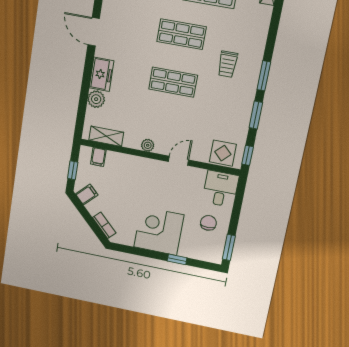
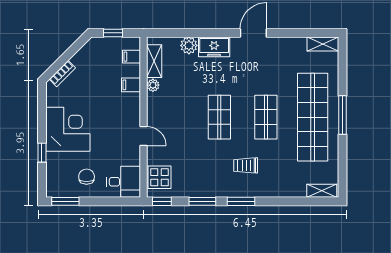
plant: (148, 145) -> (153, 85), moved
filing cabinet: (87, 195) -> (131, 85), moved, turned 135
chair: (208, 223) -> (87, 177), turned -90

